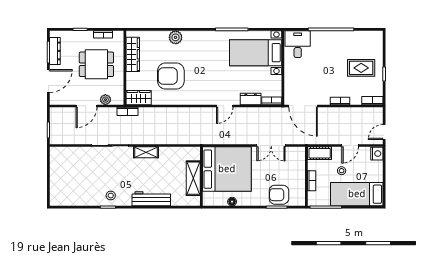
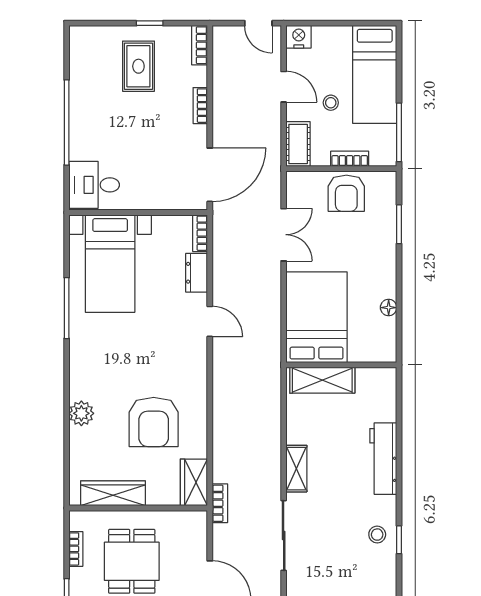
plant: (105, 100) -> (198, 544), removed
bed: (227, 169) -> (317, 317), width x0.73
shelving: (193, 178) -> (322, 380), moved
armchair: (279, 195) -> (346, 193), moved

